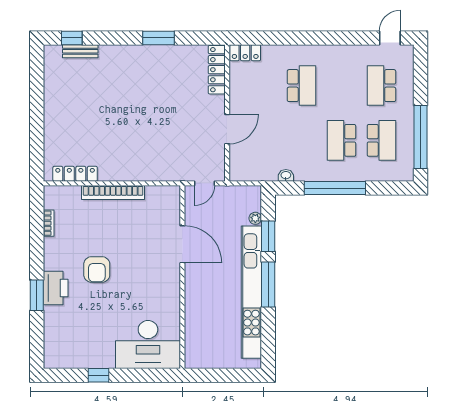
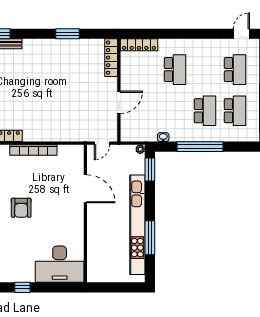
locker: (245, 53) -> (139, 45), width x1.53
school desk: (381, 86) -> (235, 70), turned 180
school desk: (341, 140) -> (205, 111), turned 180
plant: (255, 218) -> (140, 149), moved
window: (268, 236) -> (150, 169), moved
window: (268, 284) -> (150, 238), moved

